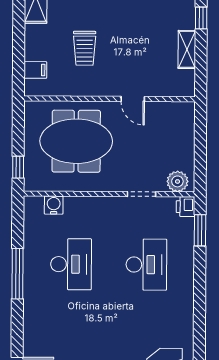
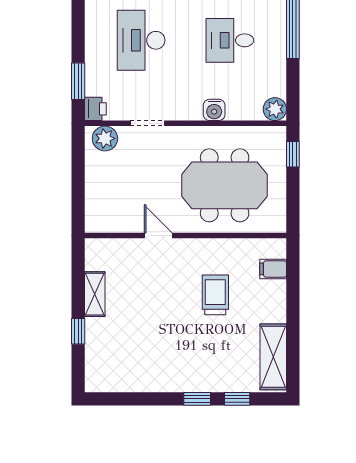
water cooler: (54, 205) -> (214, 110), moved
plant: (33, 206) -> (275, 109), added
desk: (71, 264) -> (230, 40), width x0.73

